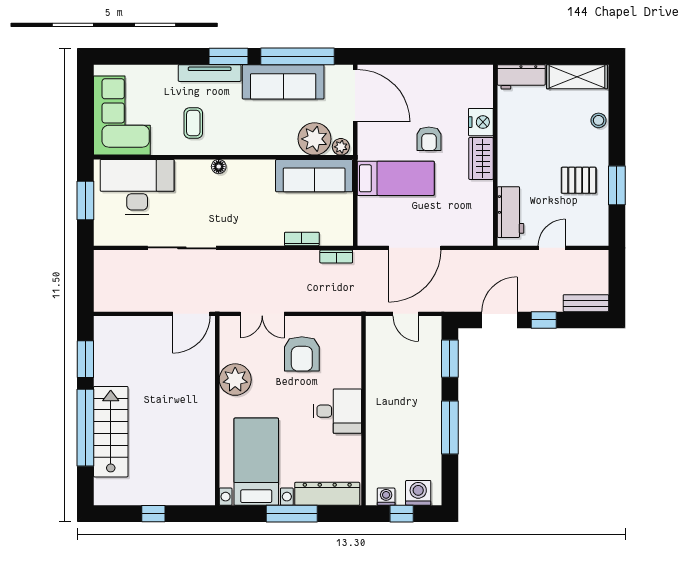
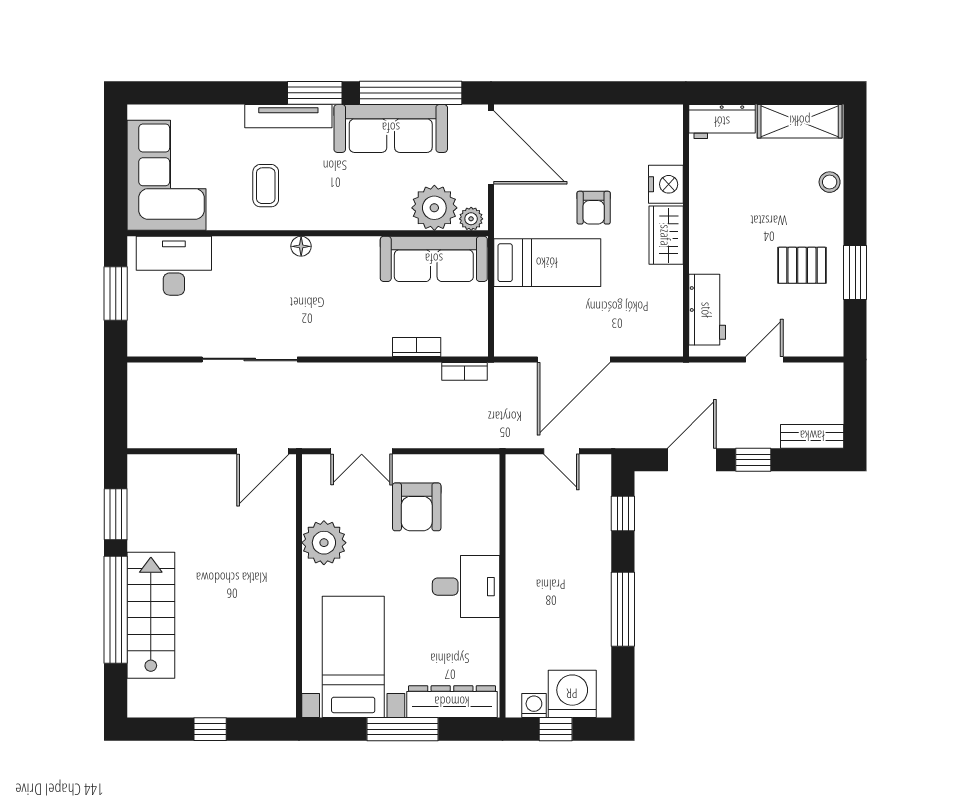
desk: (137, 187) -> (174, 266), width x0.73, depth x0.77
window: (450, 359) -> (623, 513), width x0.67
washing machine: (418, 493) -> (572, 694), width x1.37, depth x1.37

